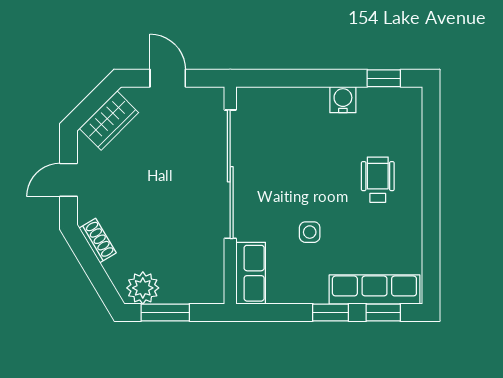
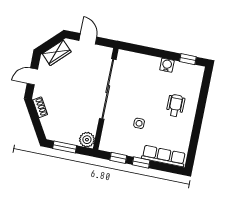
row of seats: (251, 273) -> (108, 137), removed
plant: (143, 288) -> (87, 140), moved
window: (383, 312) -> (118, 158), moved

